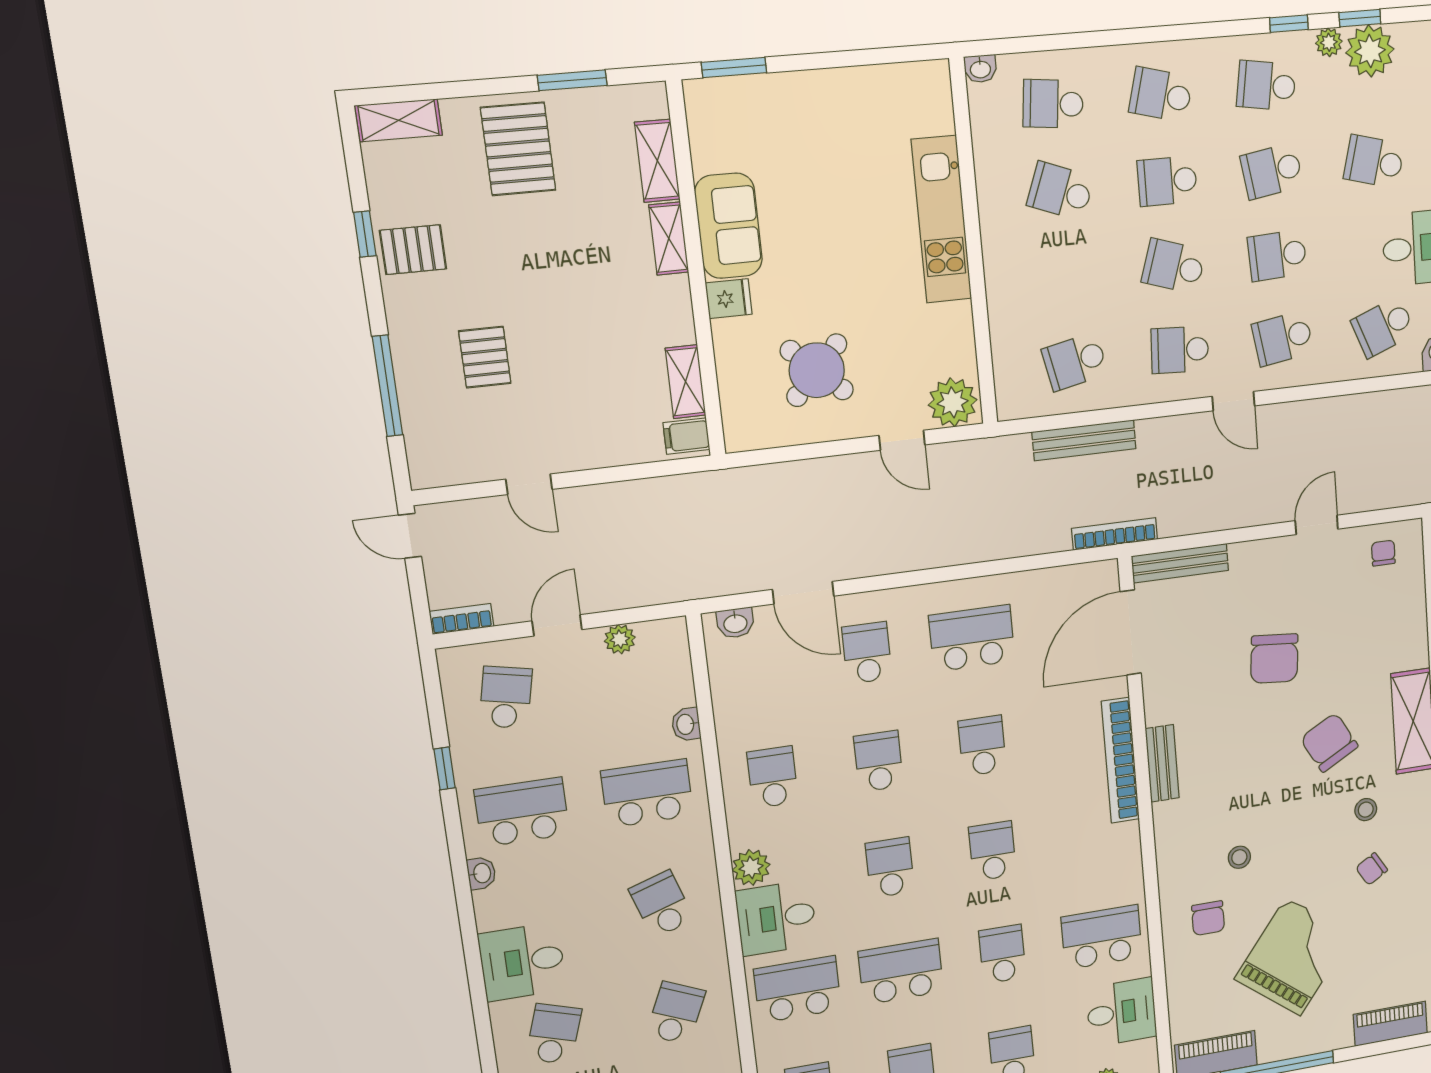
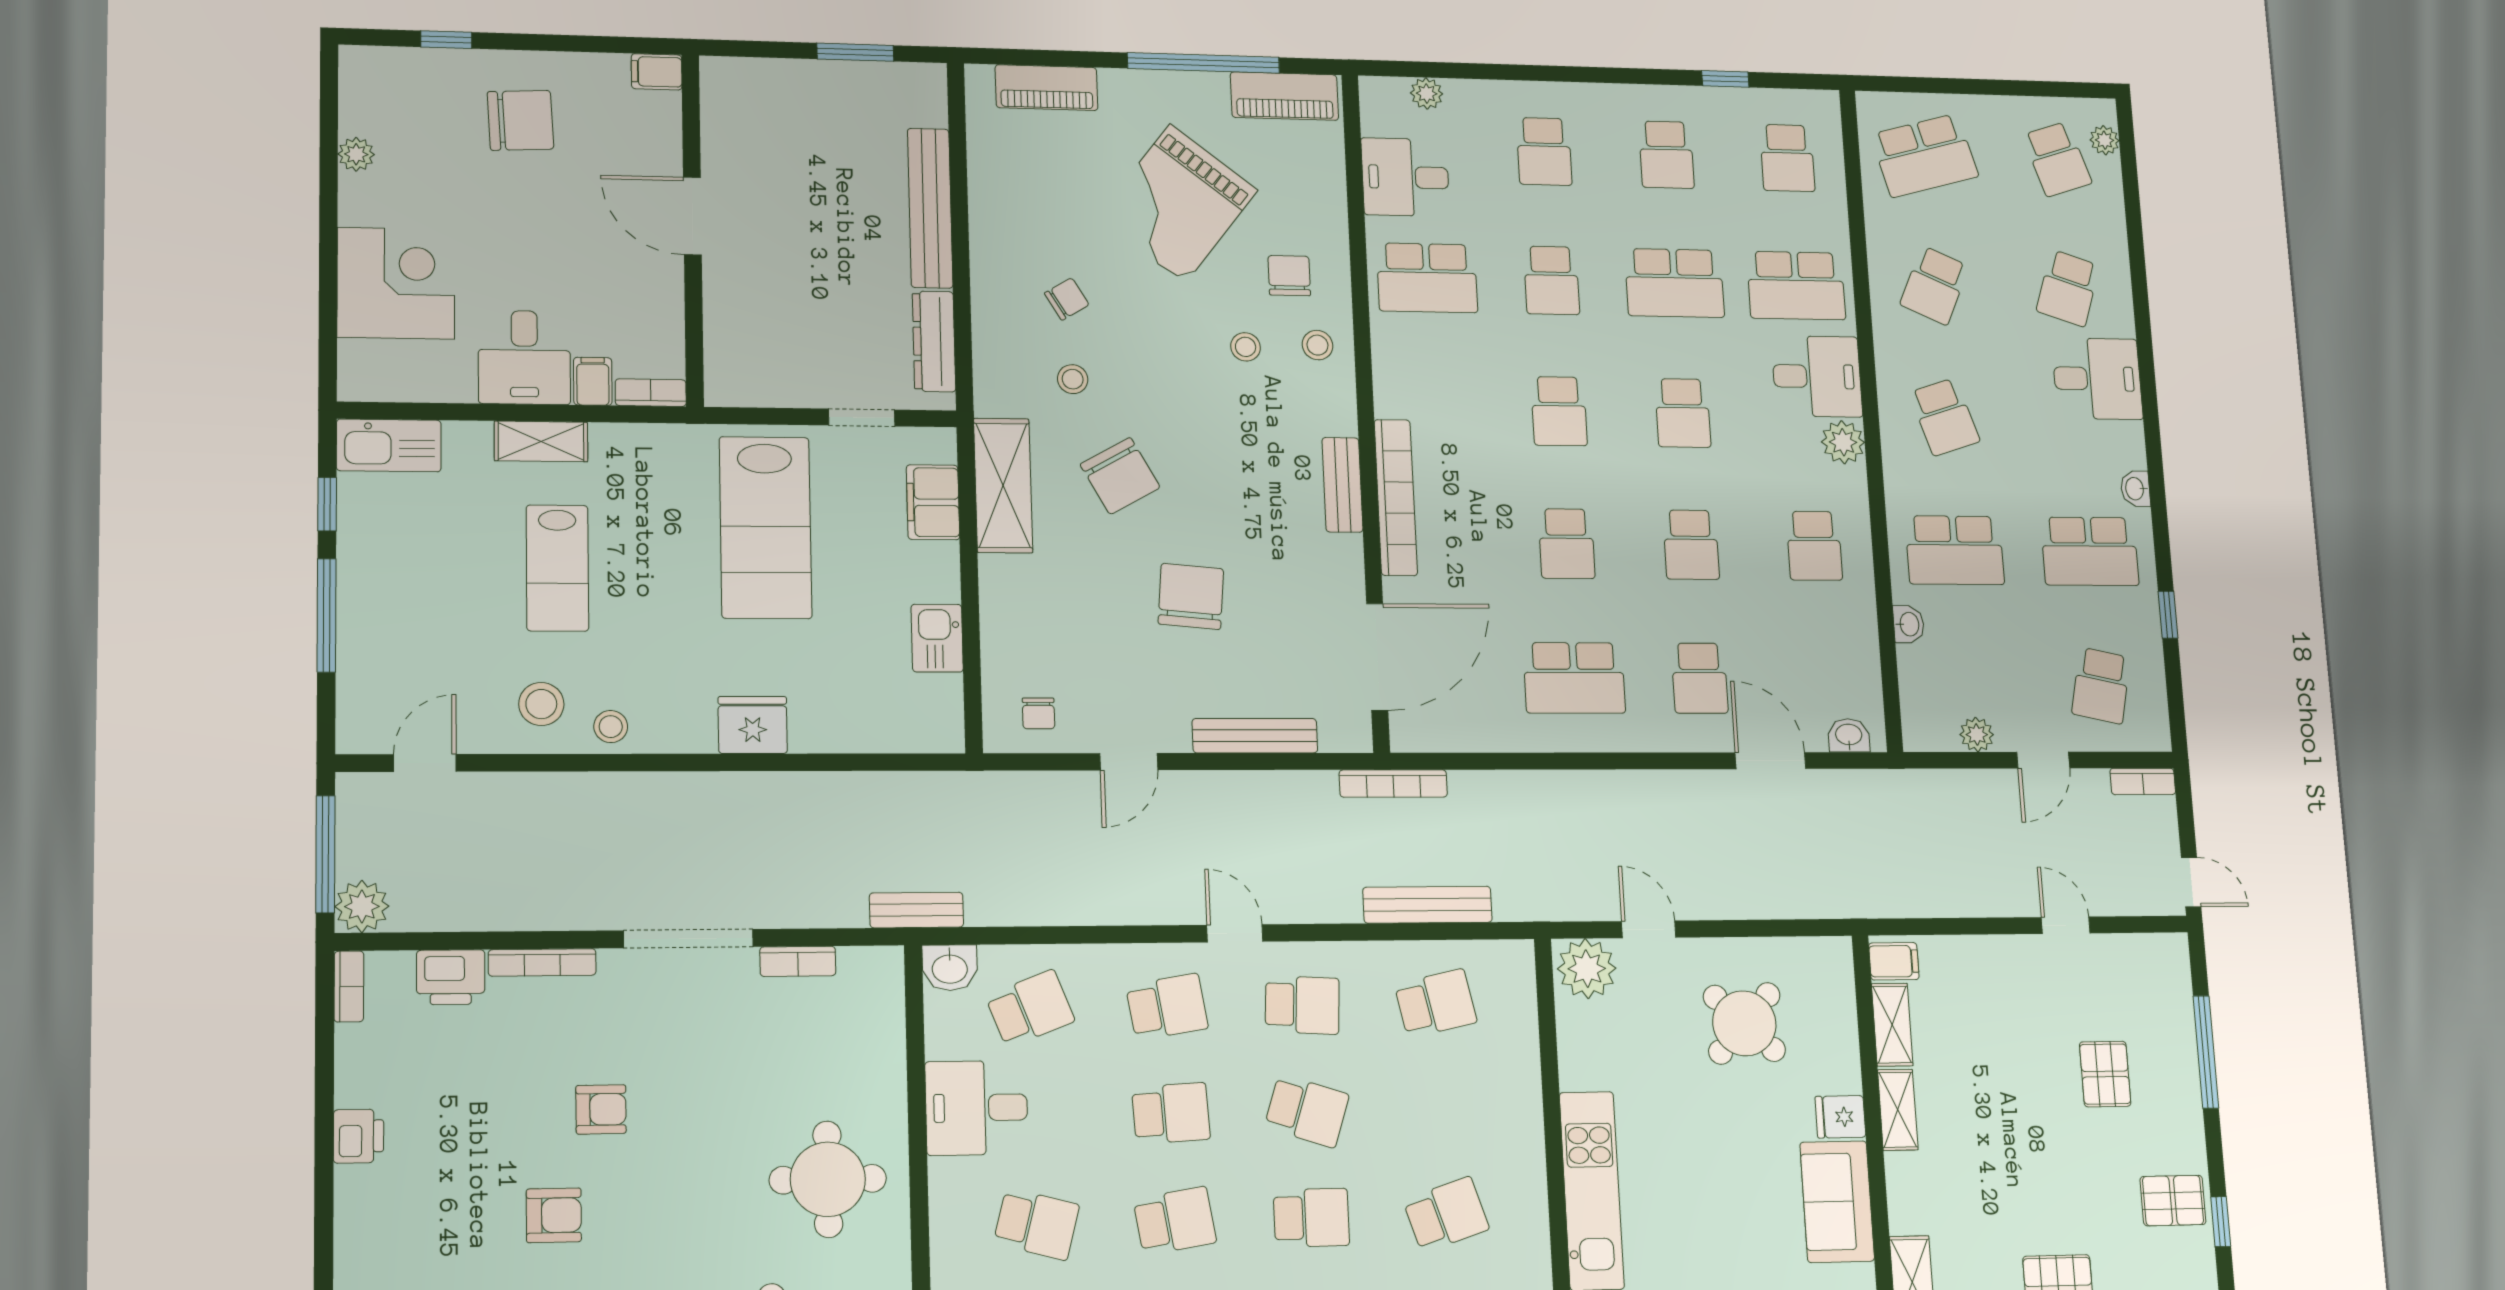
school desk: (1060, 191) -> (1446, 1215), turned -39
shelving: (669, 239) -> (1898, 1110), moved
bench: (1180, 563) -> (1255, 736), moved
stool: (1185, 869) -> (1317, 345), added

